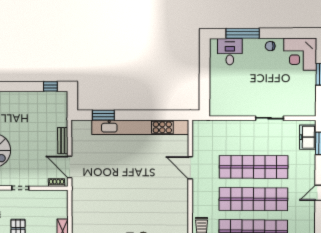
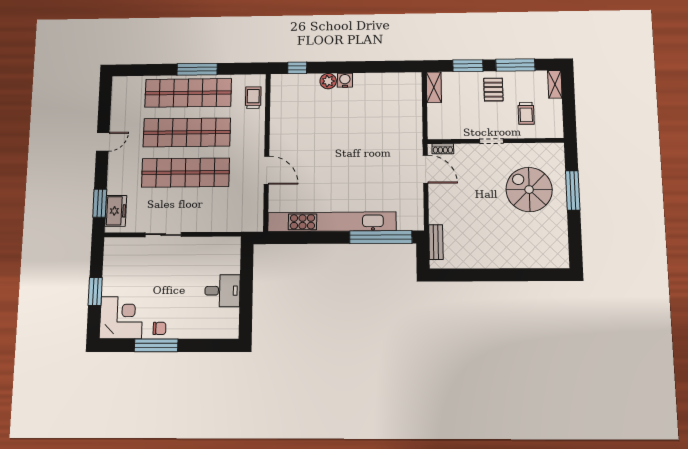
window: (243, 33) -> (156, 345), moved
desk: (230, 52) -> (222, 291), moved, turned -90
window: (50, 86) -> (453, 275), removed
window: (103, 115) -> (381, 237), width x2.11
bench: (63, 141) -> (436, 242), moved

